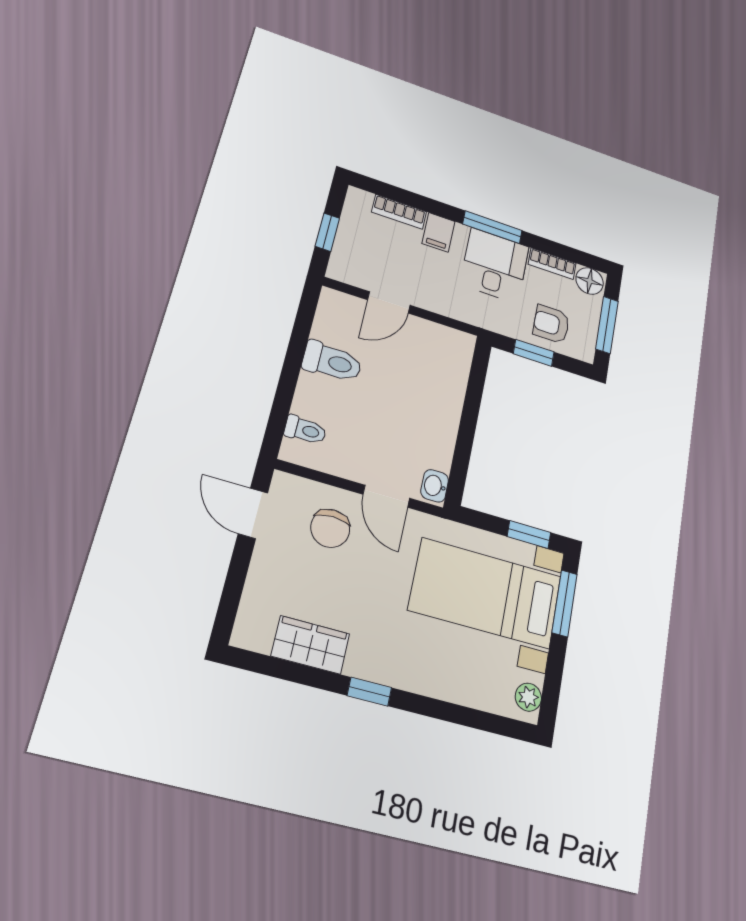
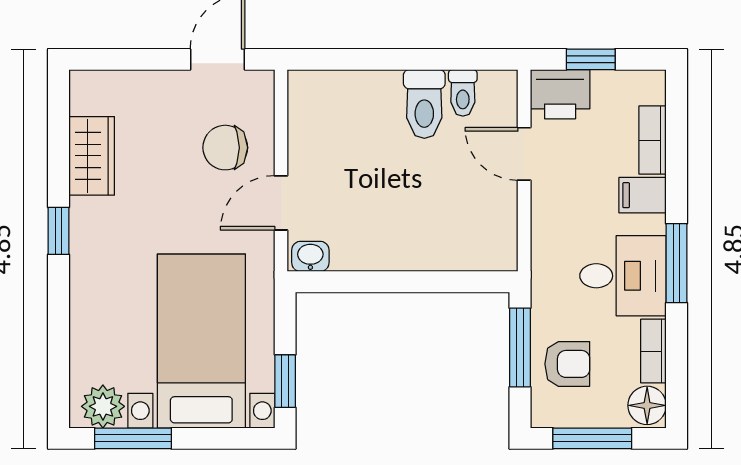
printer: (349, 262) -> (560, 94), added
armchair: (551, 324) -> (567, 364), turned 90
window: (534, 353) -> (520, 347), width x1.50
toilet: (305, 430) -> (463, 93), moved
window: (565, 603) -> (133, 438), moved
plant: (528, 697) -> (103, 406), width x1.38, depth x1.38

